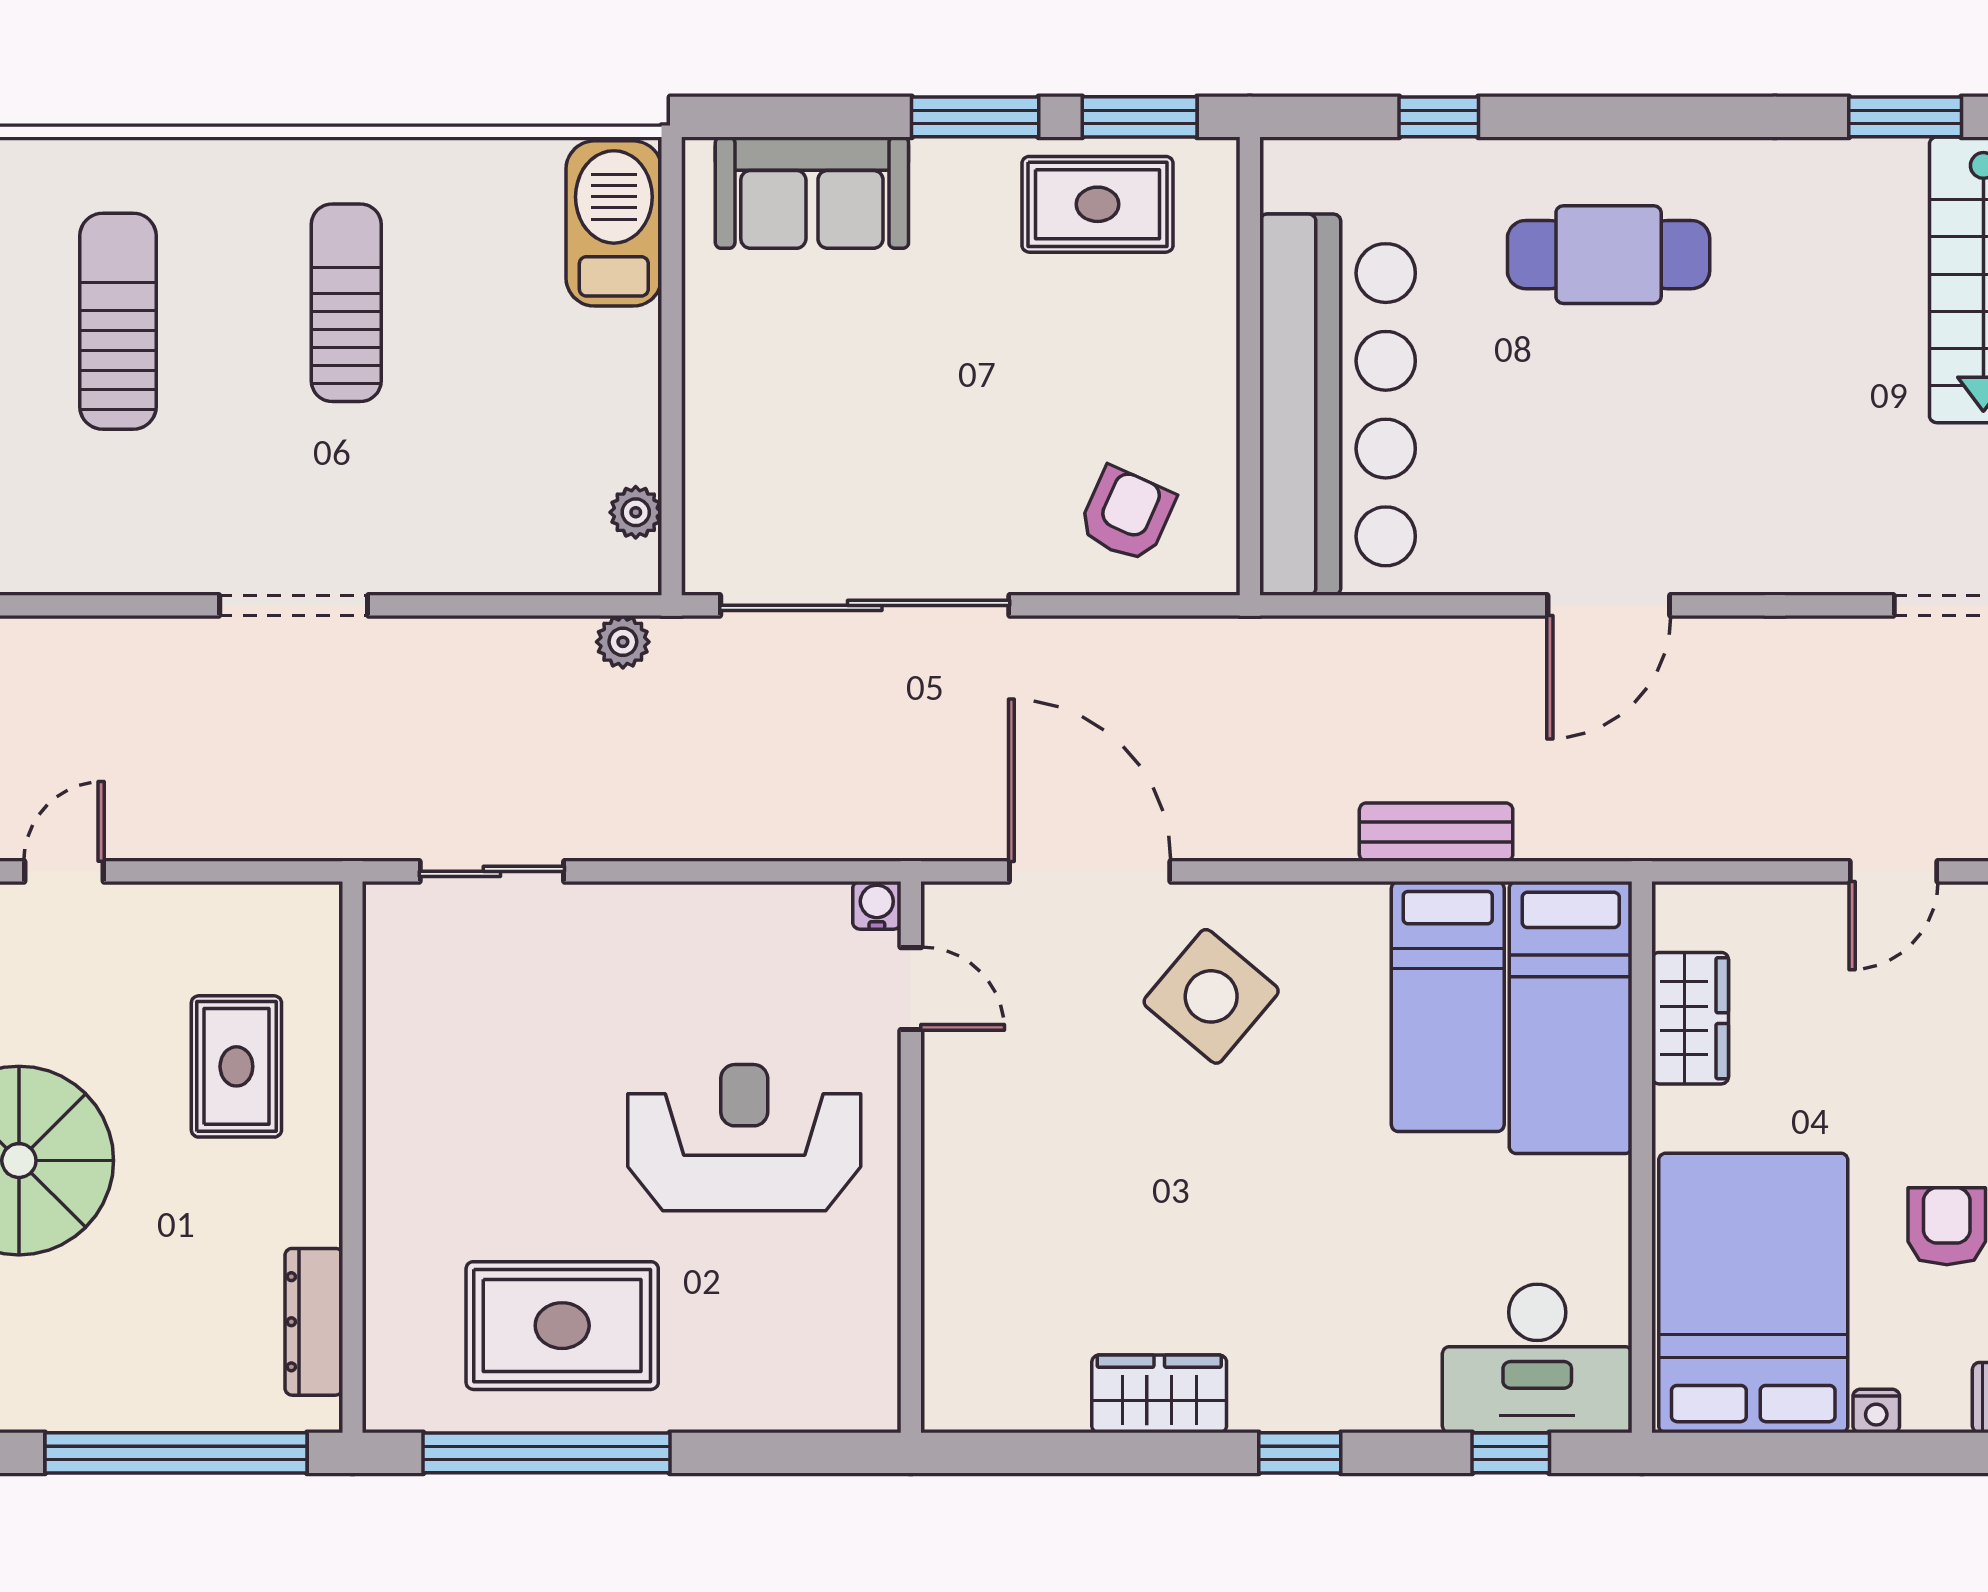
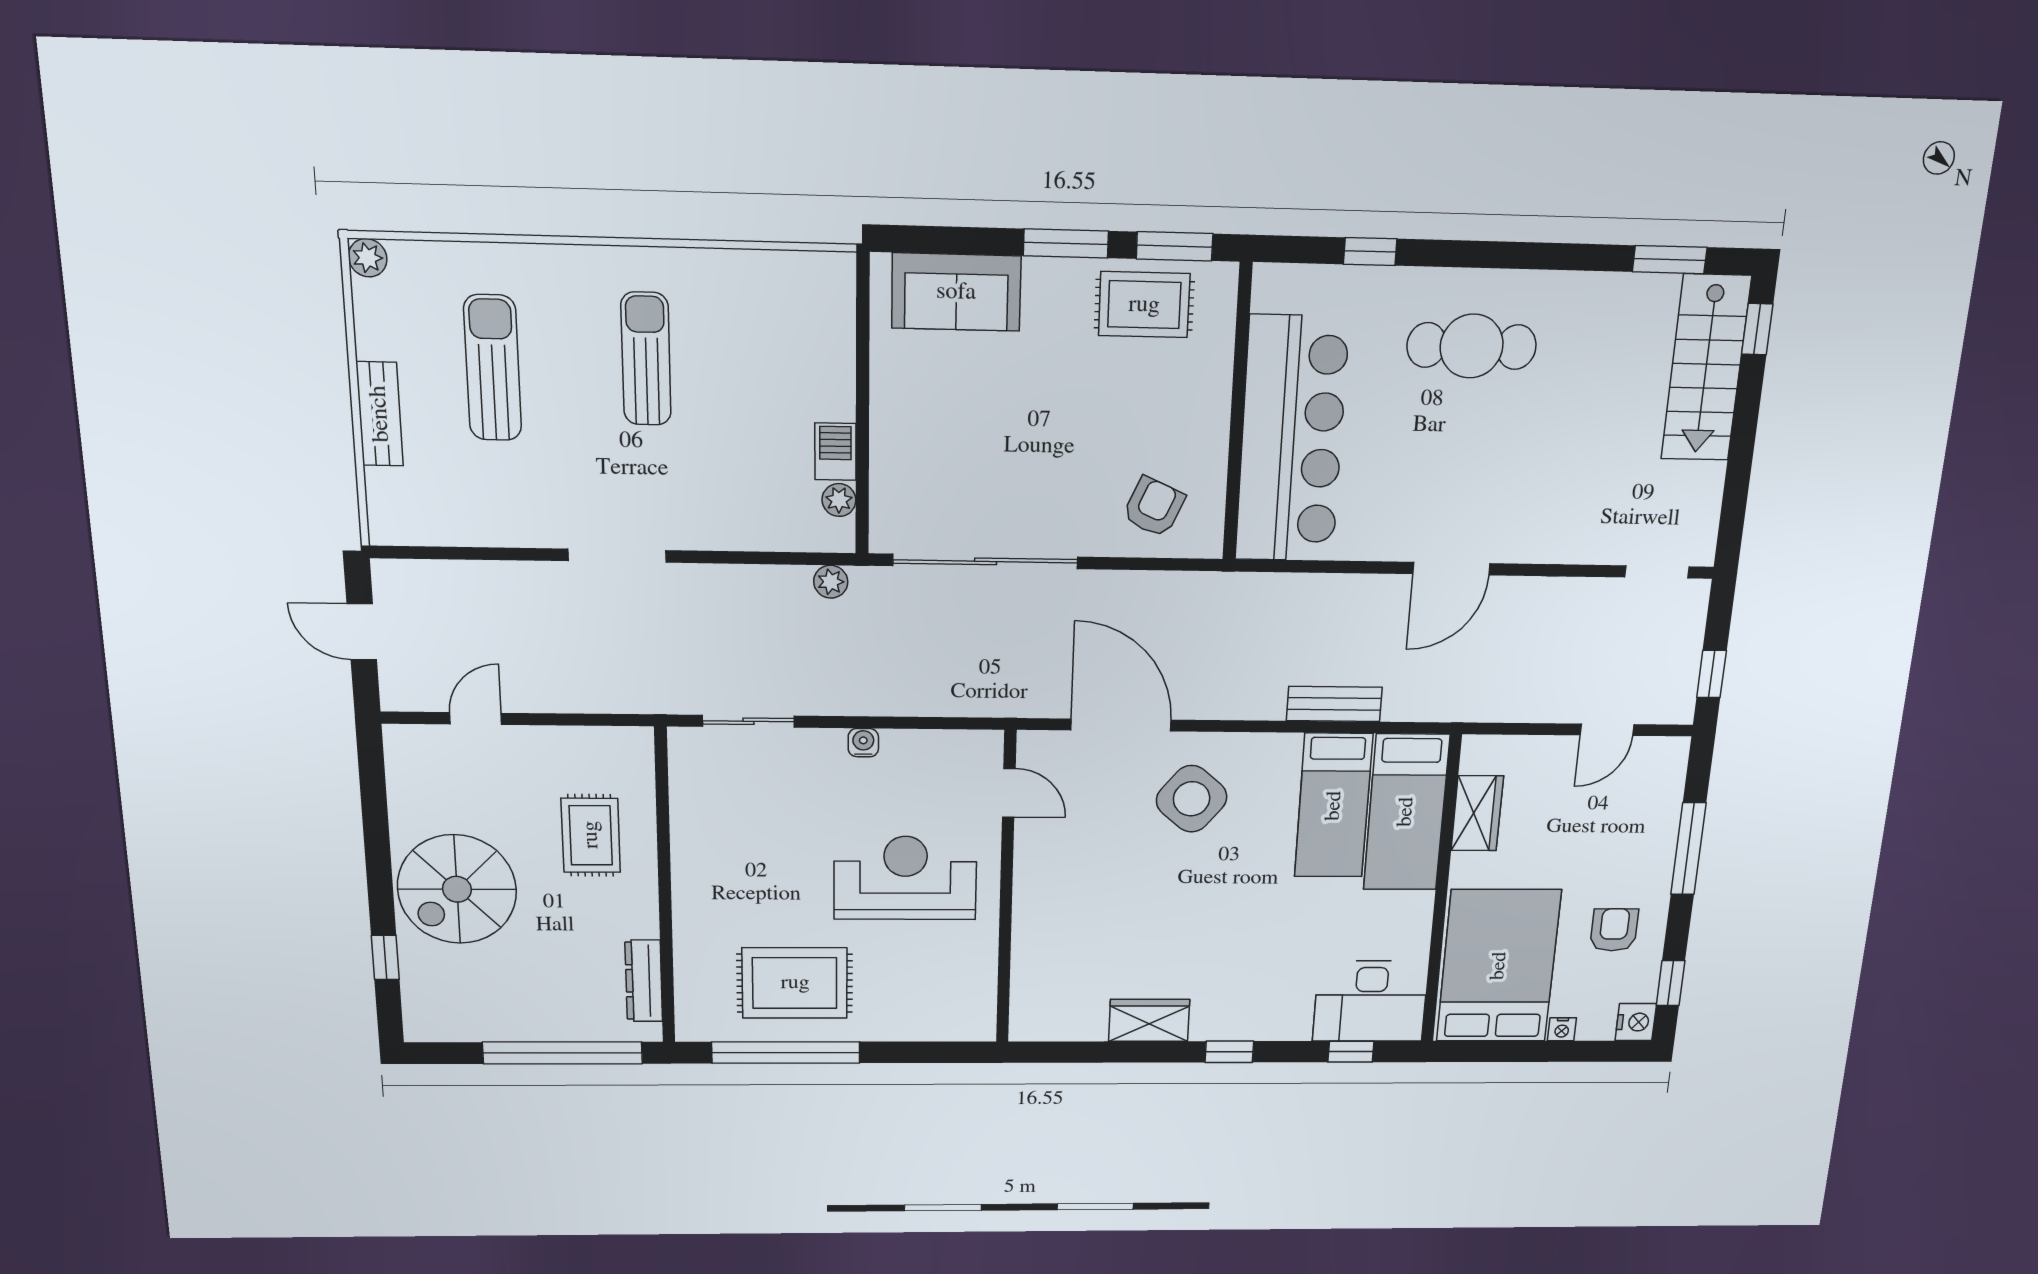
barbecue: (614, 223) -> (835, 452), moved, width x0.53, depth x0.65
water cooler: (877, 905) -> (863, 743), moved

